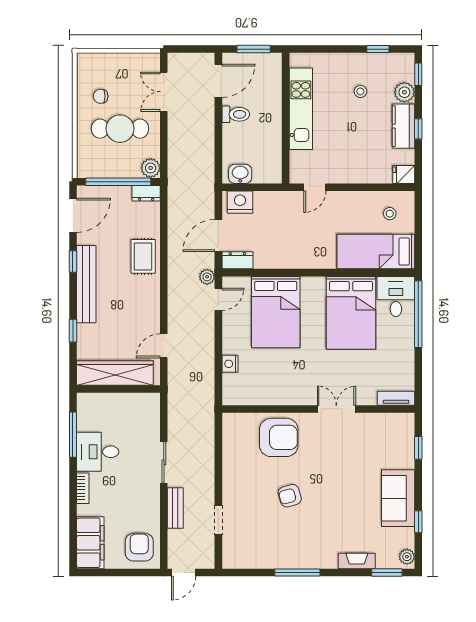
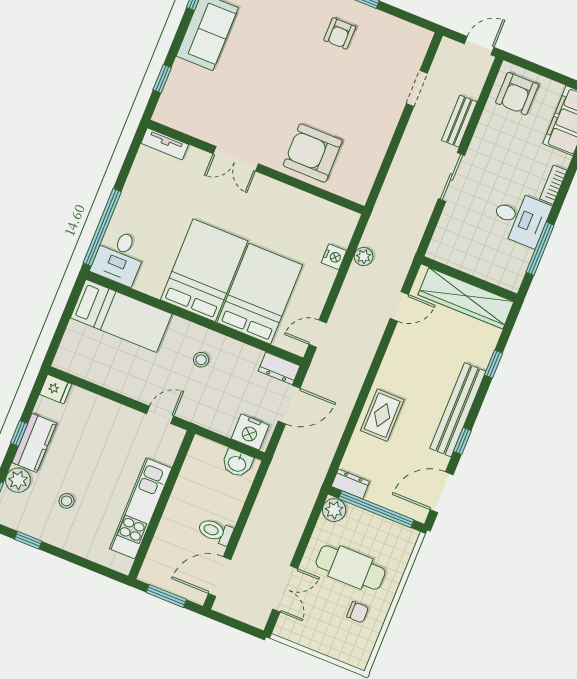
stool: (390, 214) -> (201, 360), moved
plant: (207, 277) -> (364, 257), moved
bed: (351, 313) -> (204, 270), moved
armchair: (290, 496) -> (340, 33), moved, turned 106

